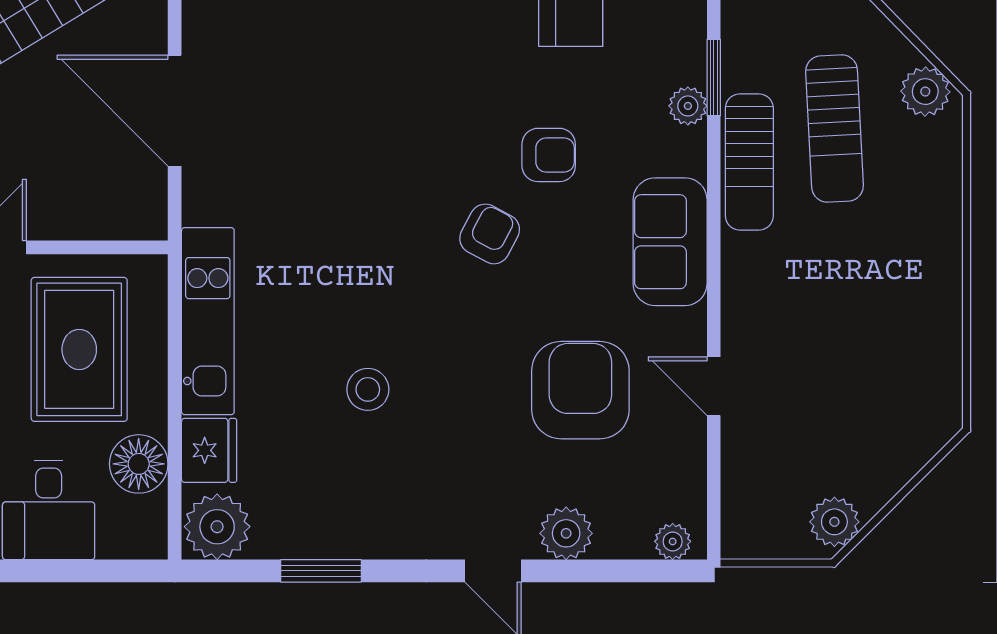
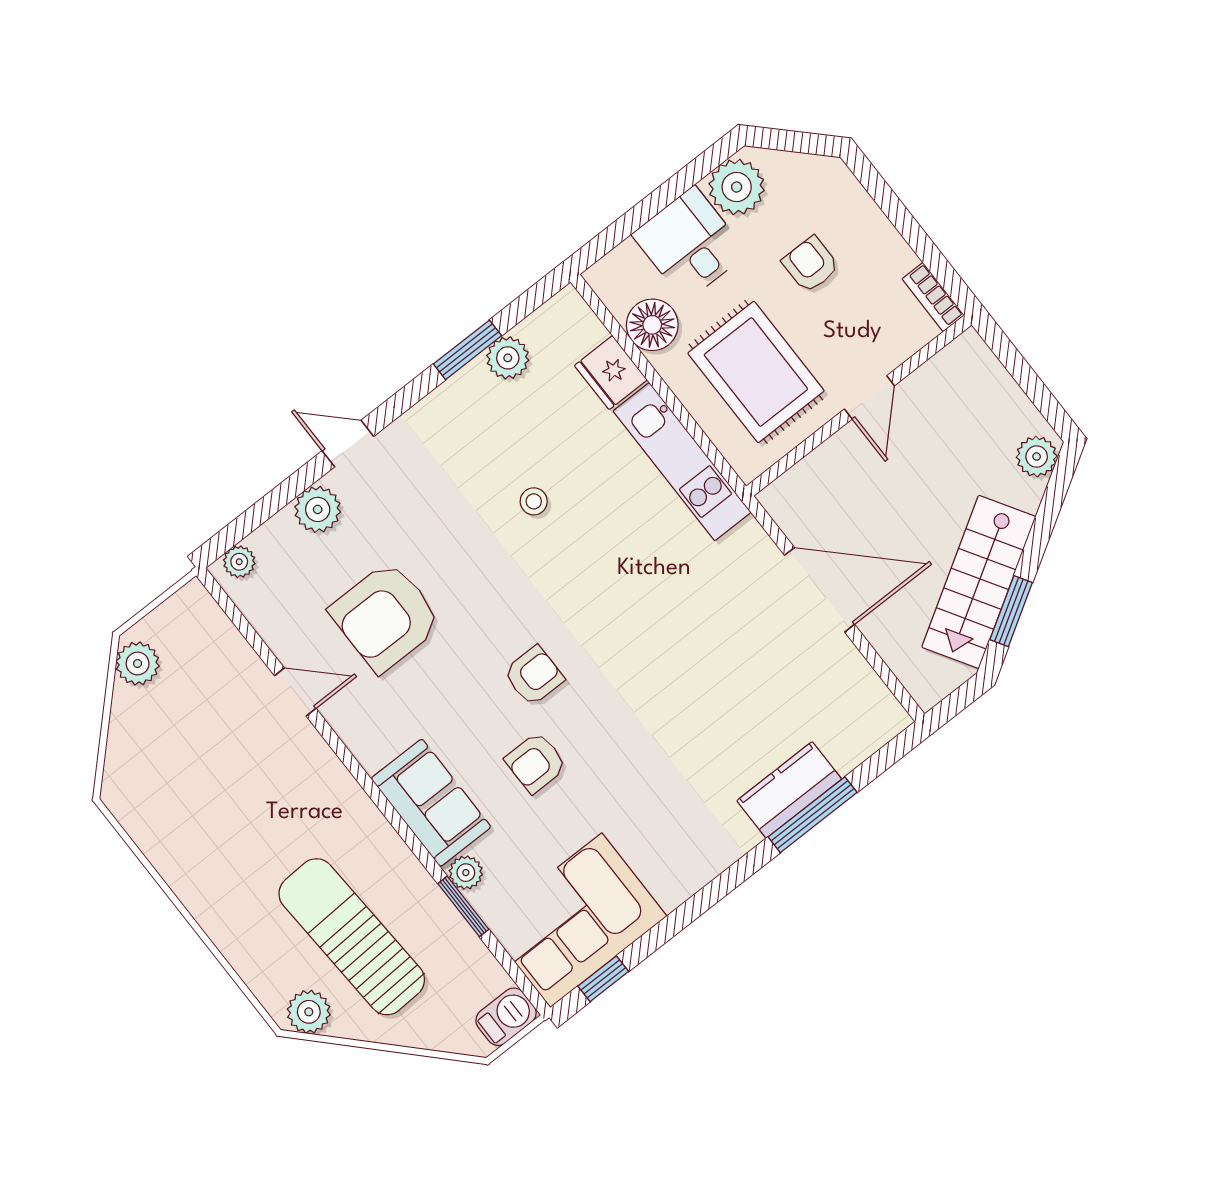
sun lounger: (835, 128) -> (352, 937), width x1.36, depth x1.34
sun lounger: (749, 162) -> (393, 867), removed
armchair: (490, 234) -> (534, 676), turned -118
sofa: (670, 242) -> (431, 803), moved
stool: (368, 389) -> (534, 501), width x0.73, depth x0.73
armchair: (580, 390) -> (386, 617), turned 90
plant: (217, 527) -> (508, 358), moved, width x0.73, depth x0.73

